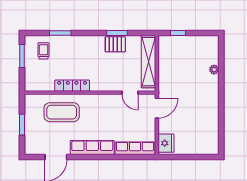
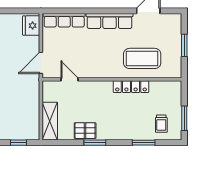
window: (117, 33) -> (95, 143), moved
shelving: (148, 62) -> (50, 121), width x0.68

